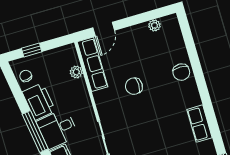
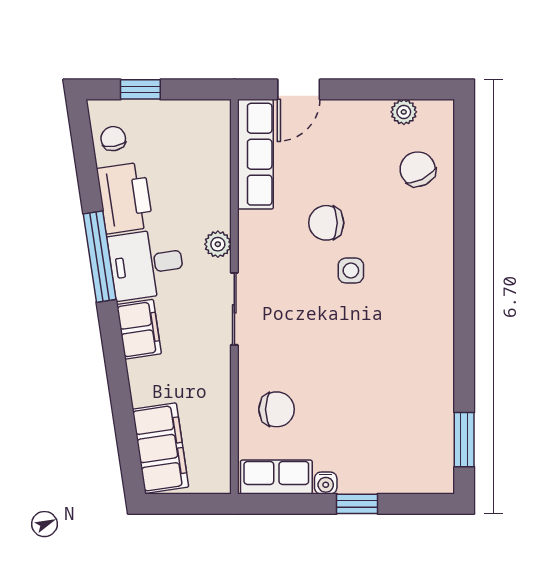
plant: (76, 72) -> (218, 244), moved
chair: (181, 72) -> (418, 169), moved, turned 153
side table: (151, 105) -> (351, 271), added
row of seats: (200, 124) -> (437, 337), removed

